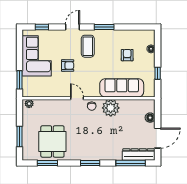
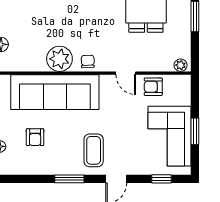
armchair: (68, 65) -> (153, 87), moved
window: (20, 80) -> (195, 131), moved
sofa: (122, 88) -> (55, 92), width x1.36, depth x1.27
door: (77, 98) -> (126, 73), moved

